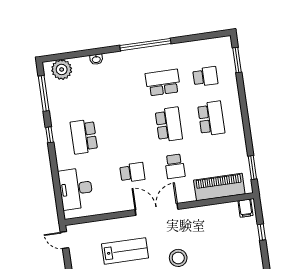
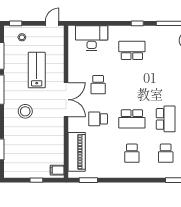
school desk: (211, 118) -> (132, 153), width x0.54
lab bench: (125, 251) -> (37, 70), turned 180

